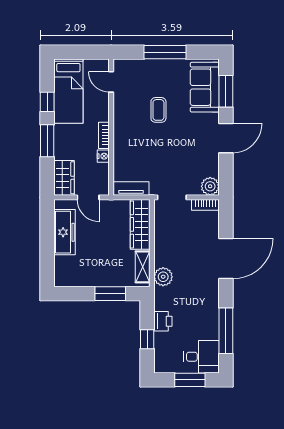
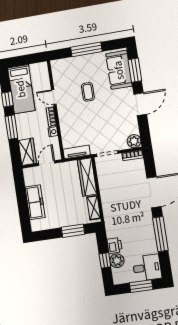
door: (111, 82) -> (54, 97), moved
door: (88, 197) -> (47, 163), swing flipped
freezer: (64, 232) -> (35, 202), moved
plant: (163, 277) -> (117, 261), moved
window: (226, 331) -> (160, 234), moved

